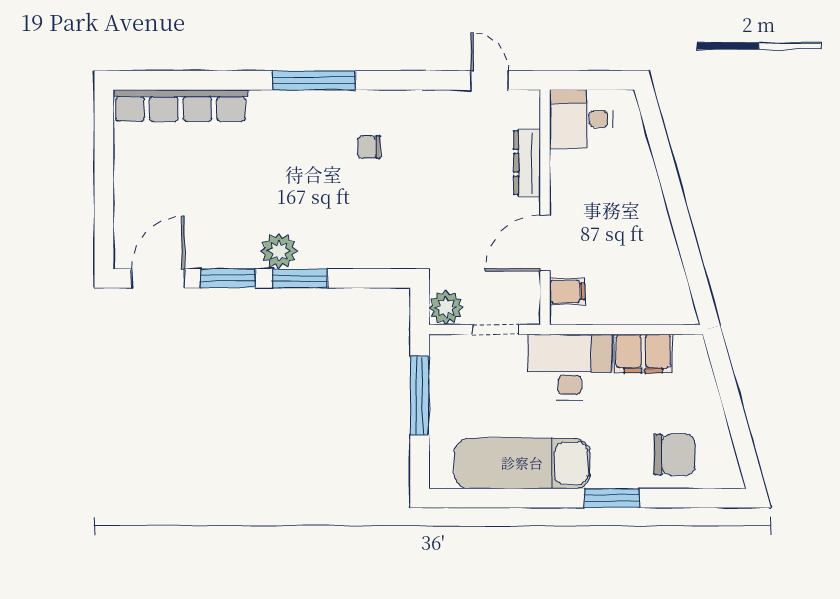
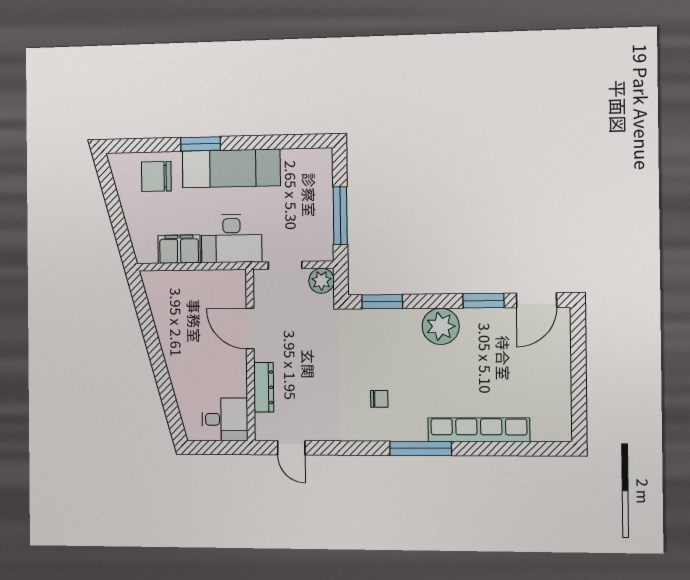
row of seats: (181, 106) -> (479, 430), moved
door: (545, 243) -> (250, 329), swing flipped
plant: (279, 251) -> (441, 326), width x1.36, depth x1.36
window: (300, 278) -> (382, 302), moved
filing cabinet: (567, 291) -> (234, 294), removed
exam couch: (522, 463) -> (231, 168), moved

